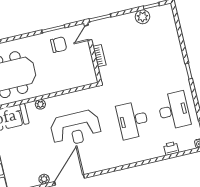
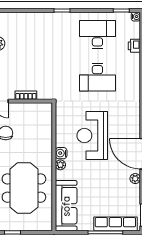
water cooler: (52, 102) -> (61, 153), added
reception desk: (76, 128) -> (92, 136), turned 180

